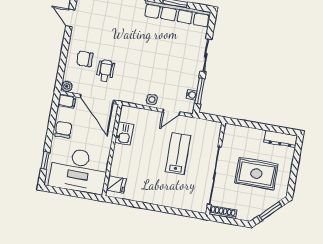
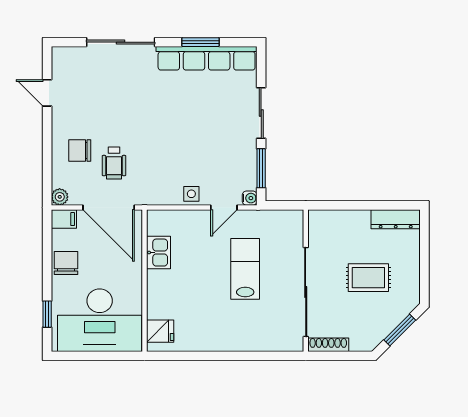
wheelchair: (106, 71) -> (114, 163), turned 180
water cooler: (191, 95) -> (250, 198), moved
rug: (256, 174) -> (368, 278), width x0.73, depth x0.70

